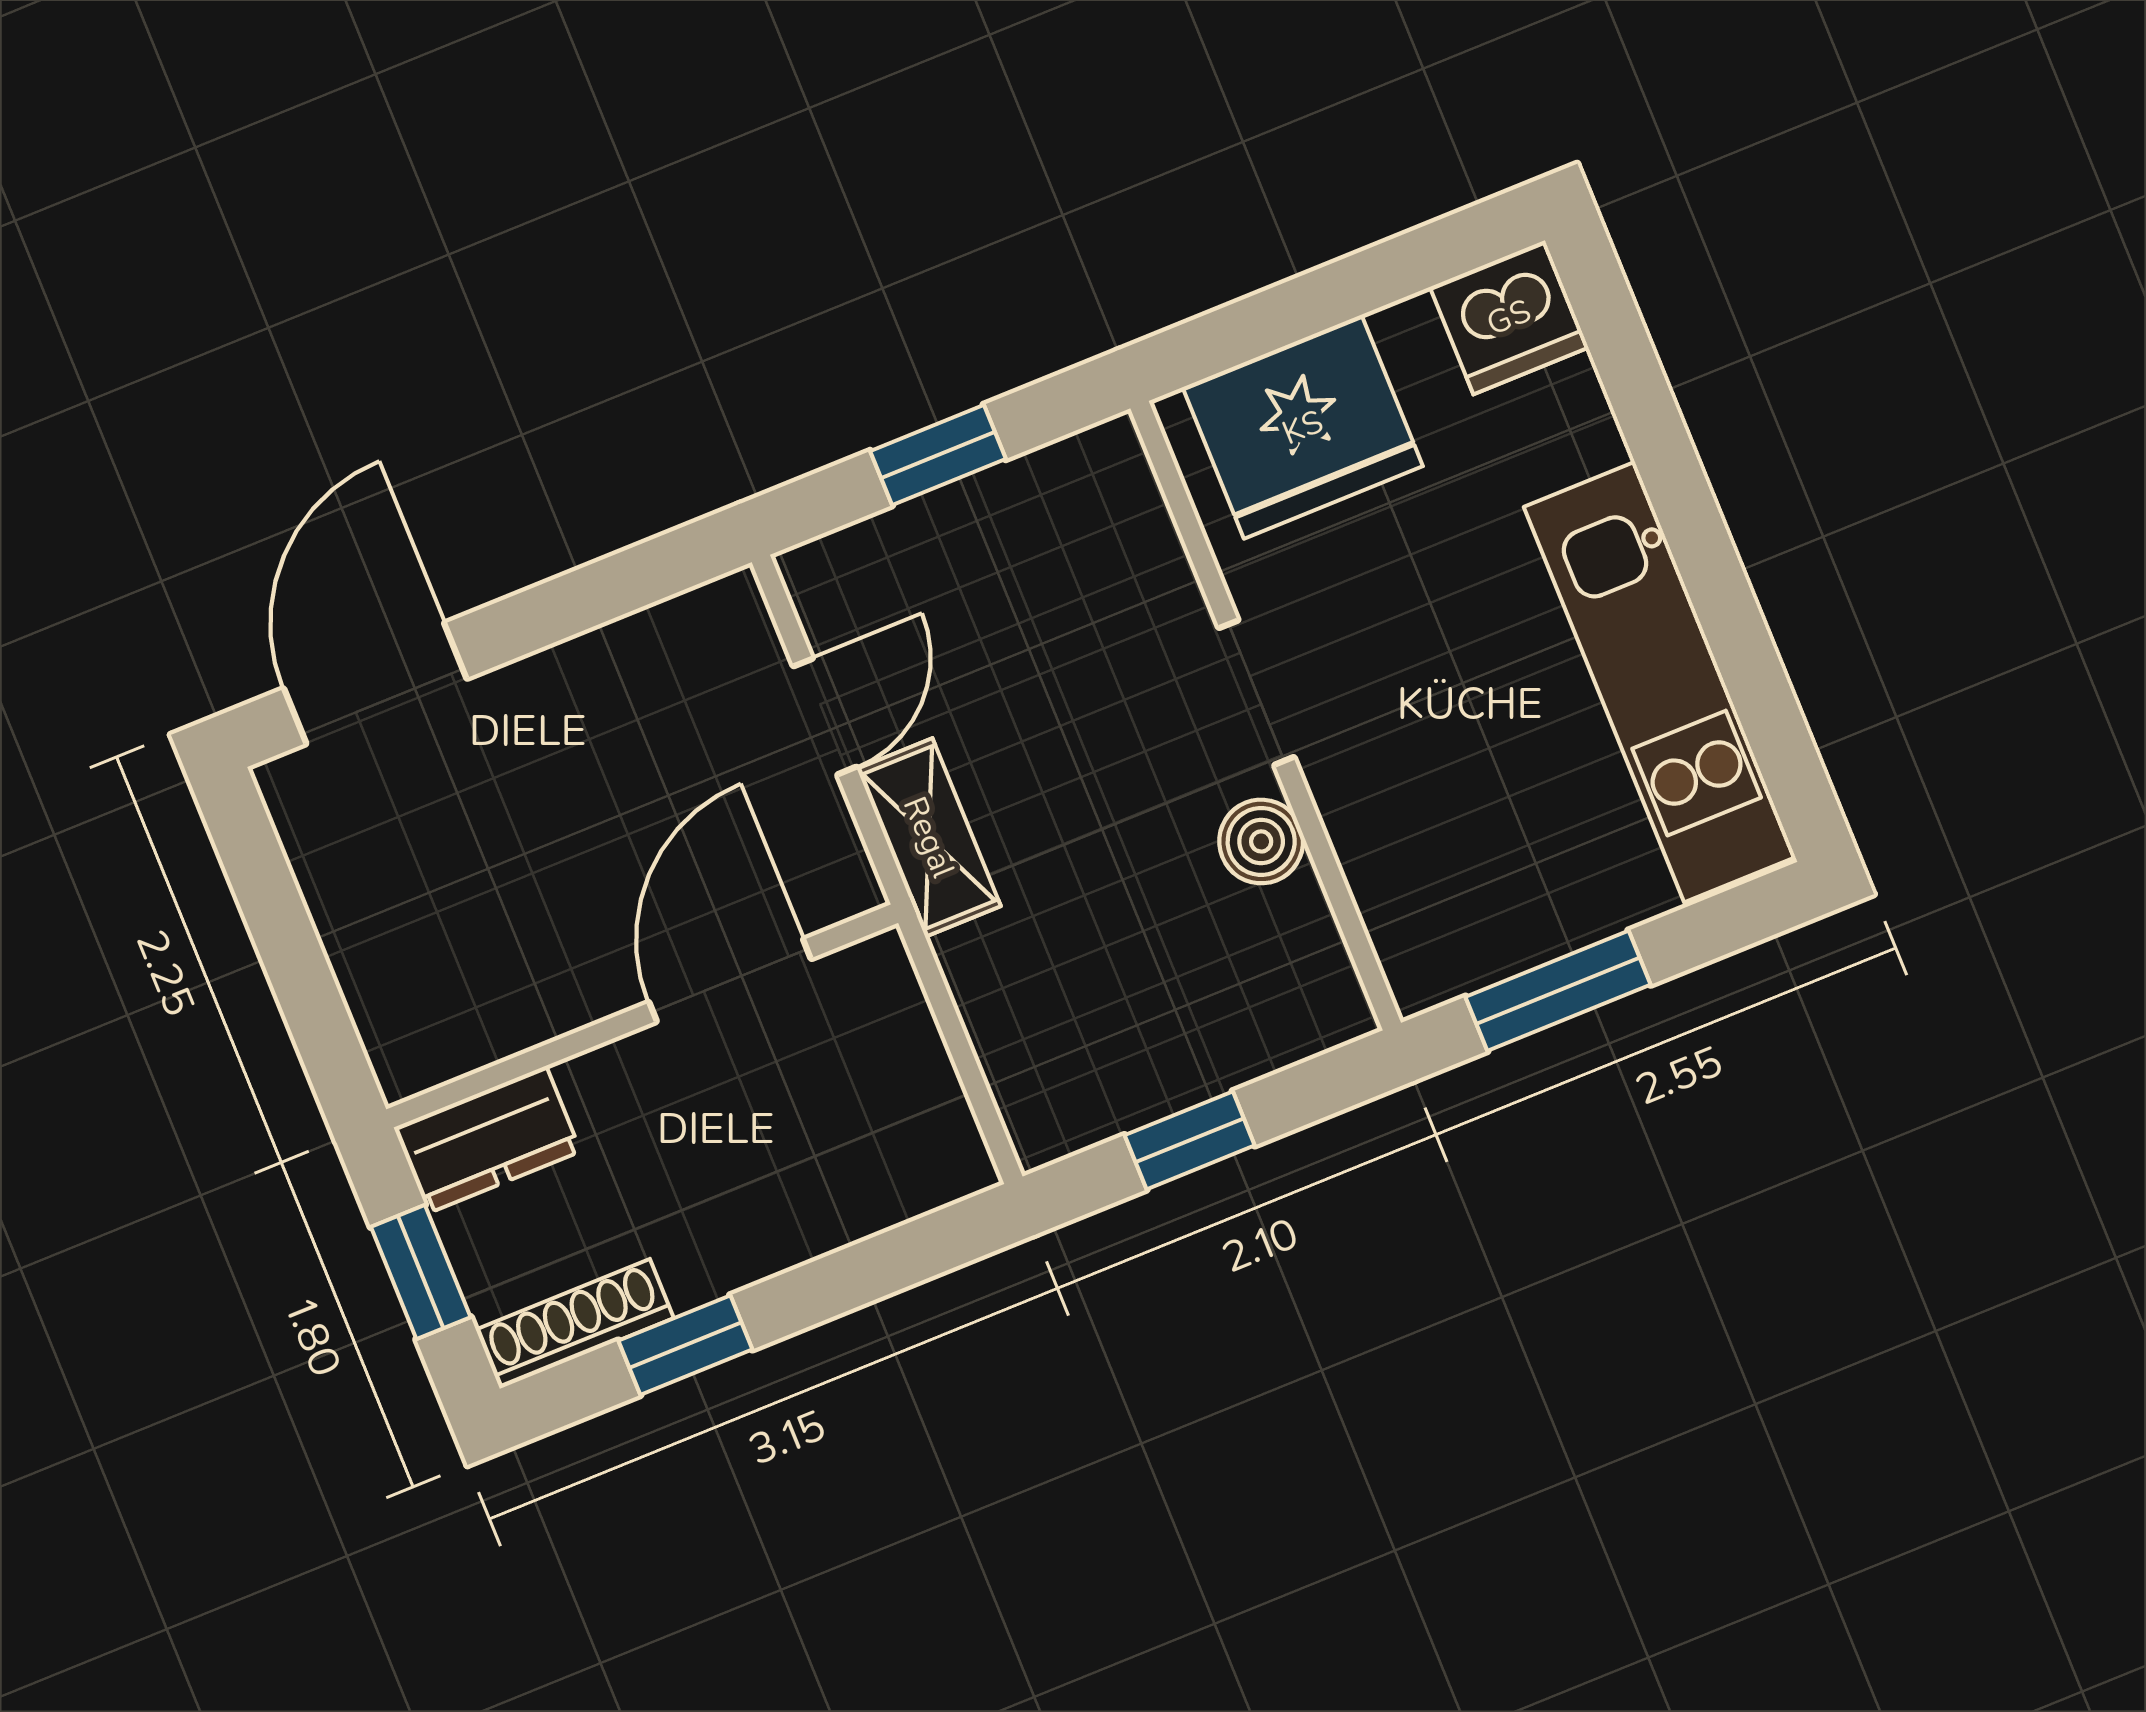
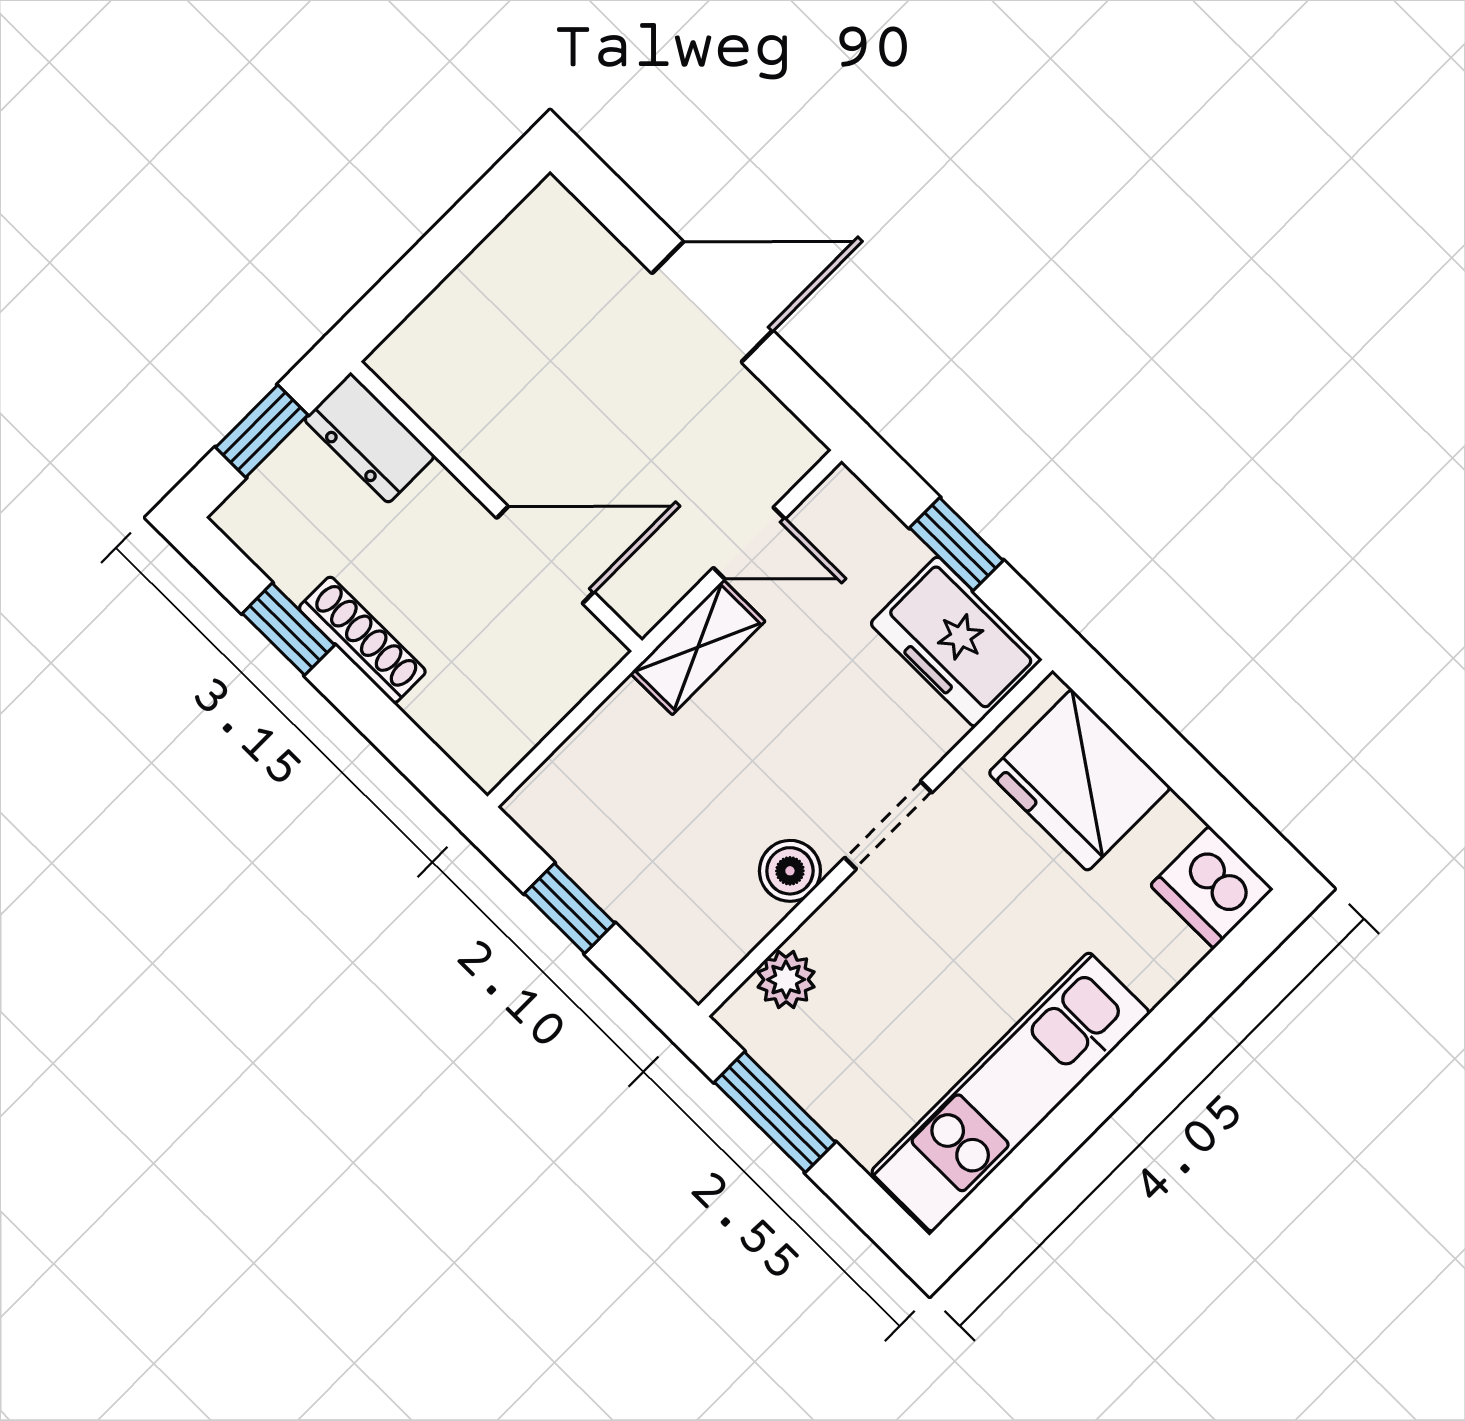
freezer: (1061, 508) -> (956, 642), added
door: (375, 683) -> (712, 302), moved
plant: (1396, 905) -> (786, 980), added
shoe rack: (575, 1324) -> (362, 640), moved

